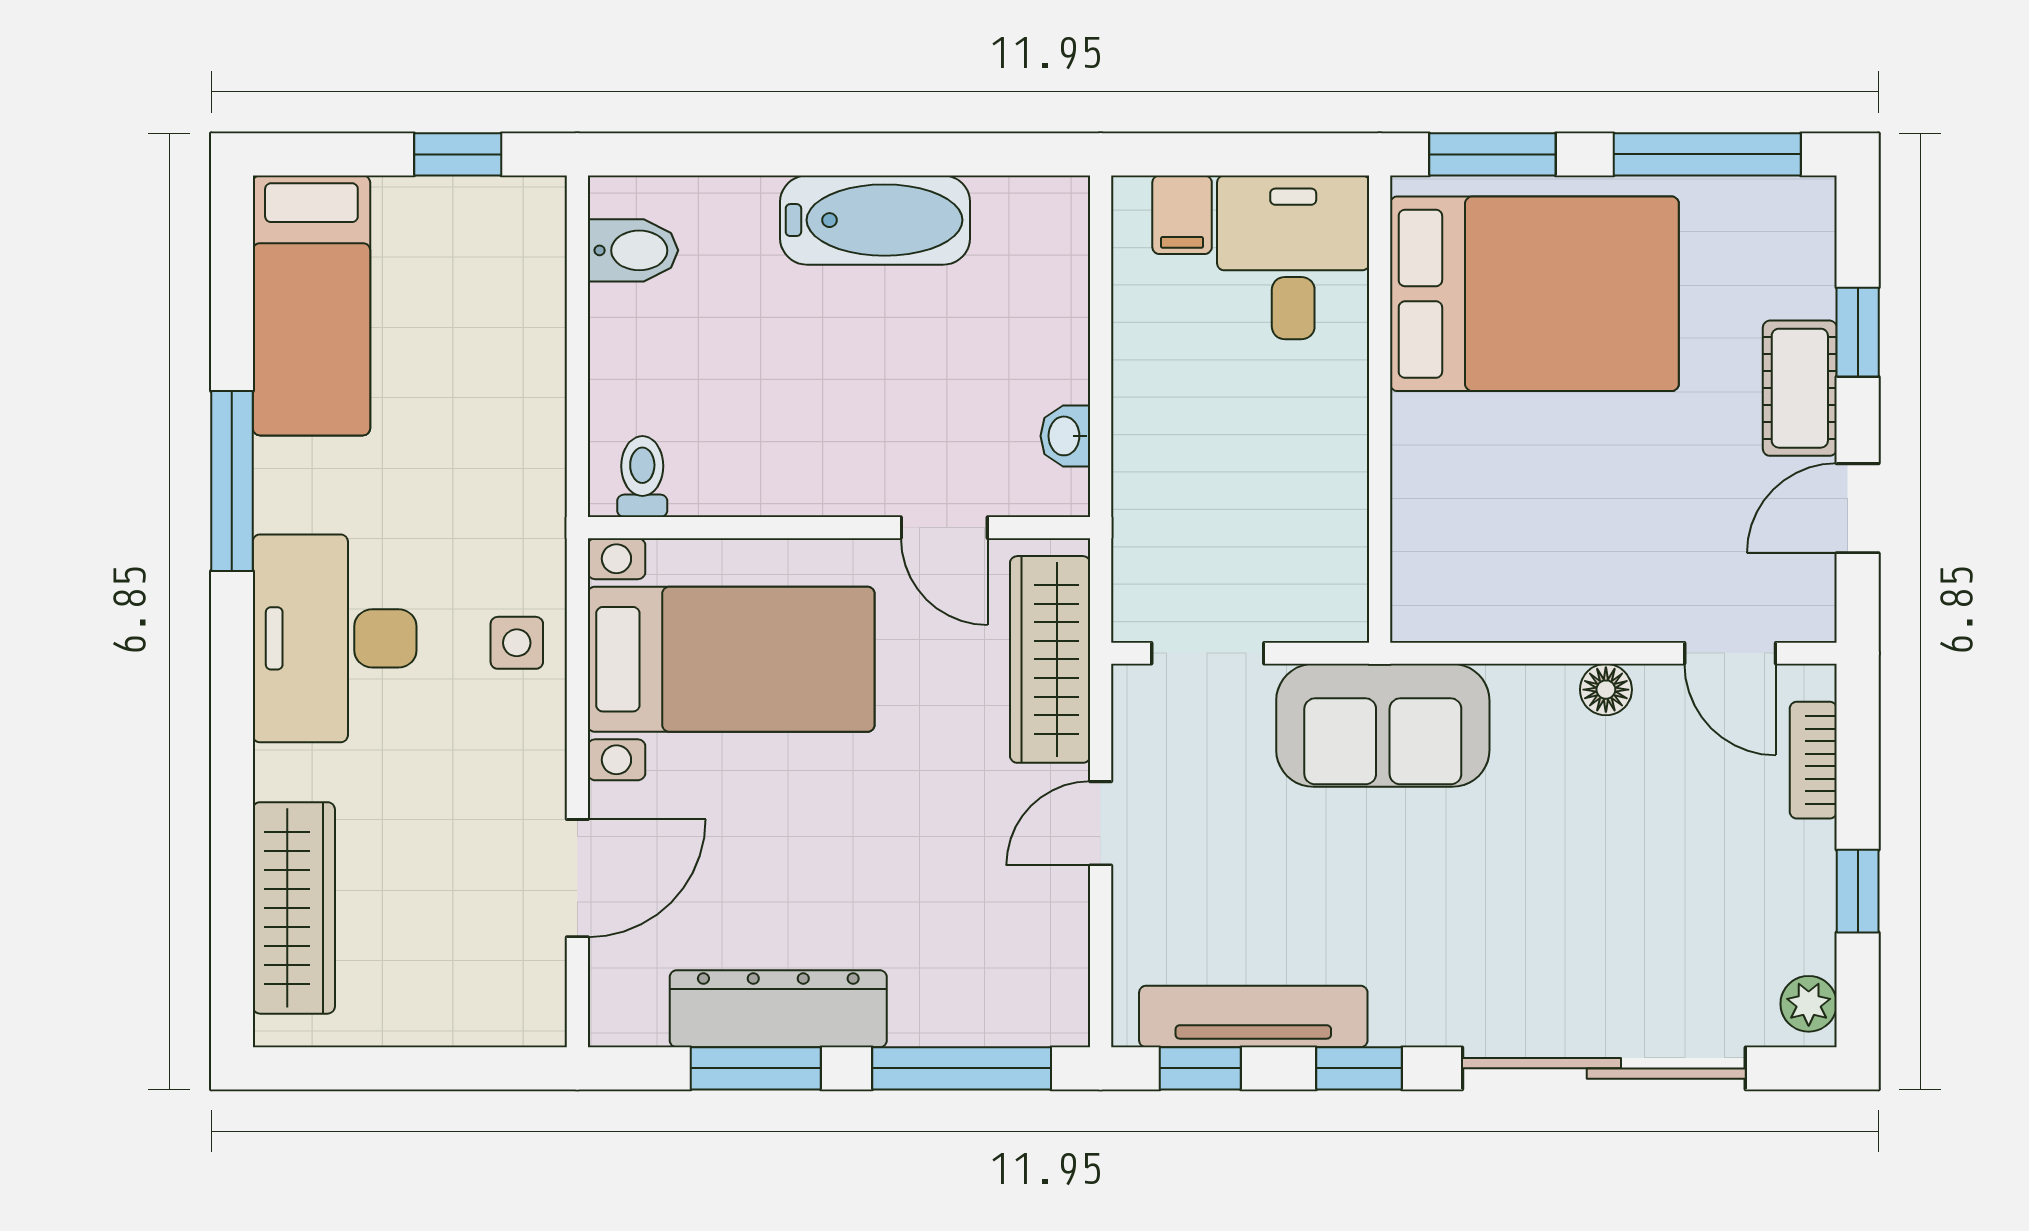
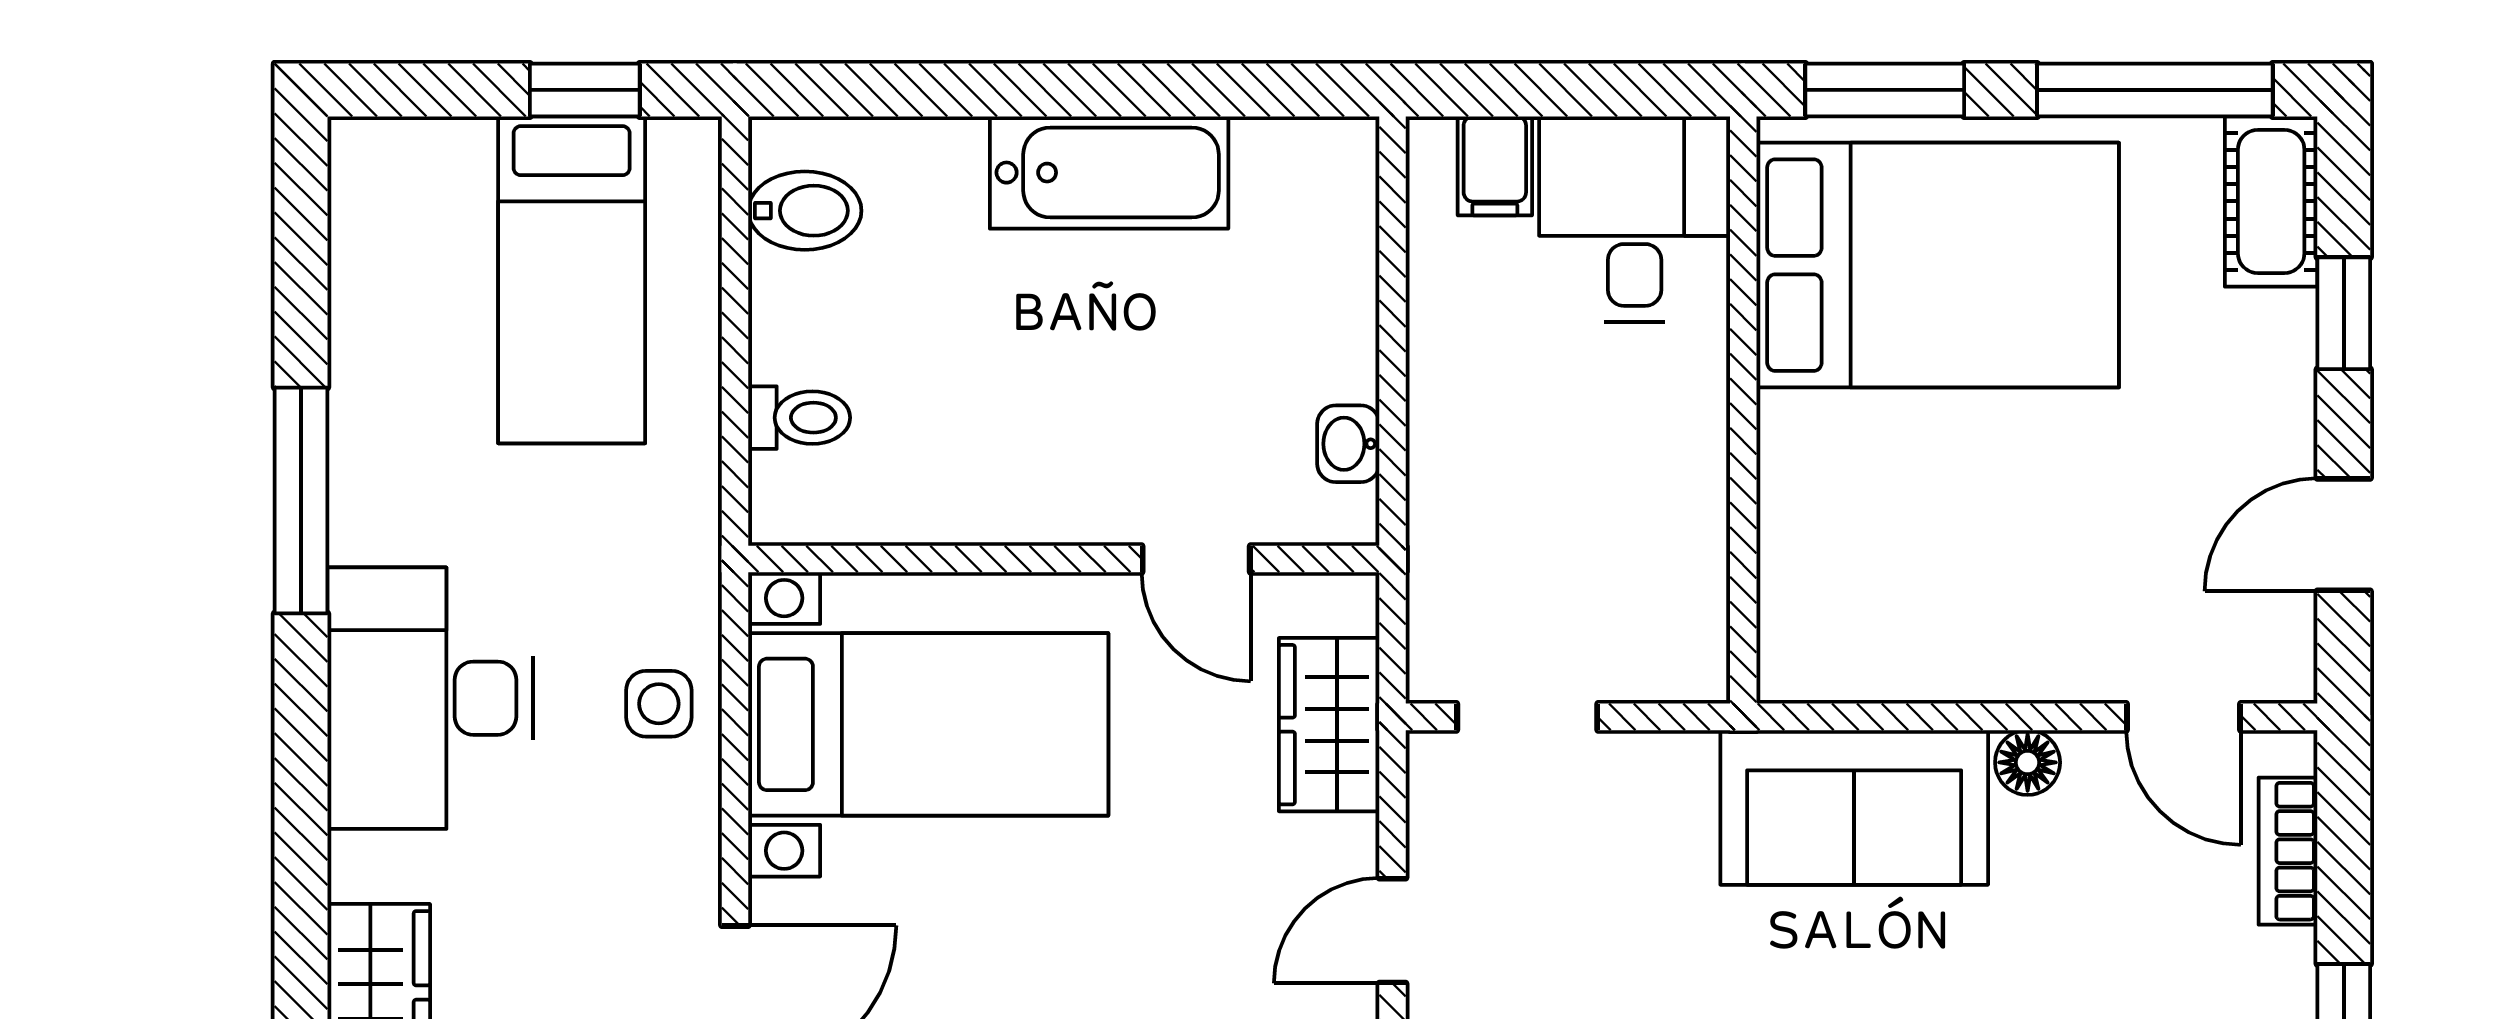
bed: (311, 305) -> (572, 280), moved
cot: (1800, 388) -> (2271, 201), moved
toilet: (642, 477) -> (799, 418), moved, turned 90
wardrobe: (1050, 659) -> (1329, 725), width x0.67
sofa: (1383, 725) -> (1854, 807), moved

